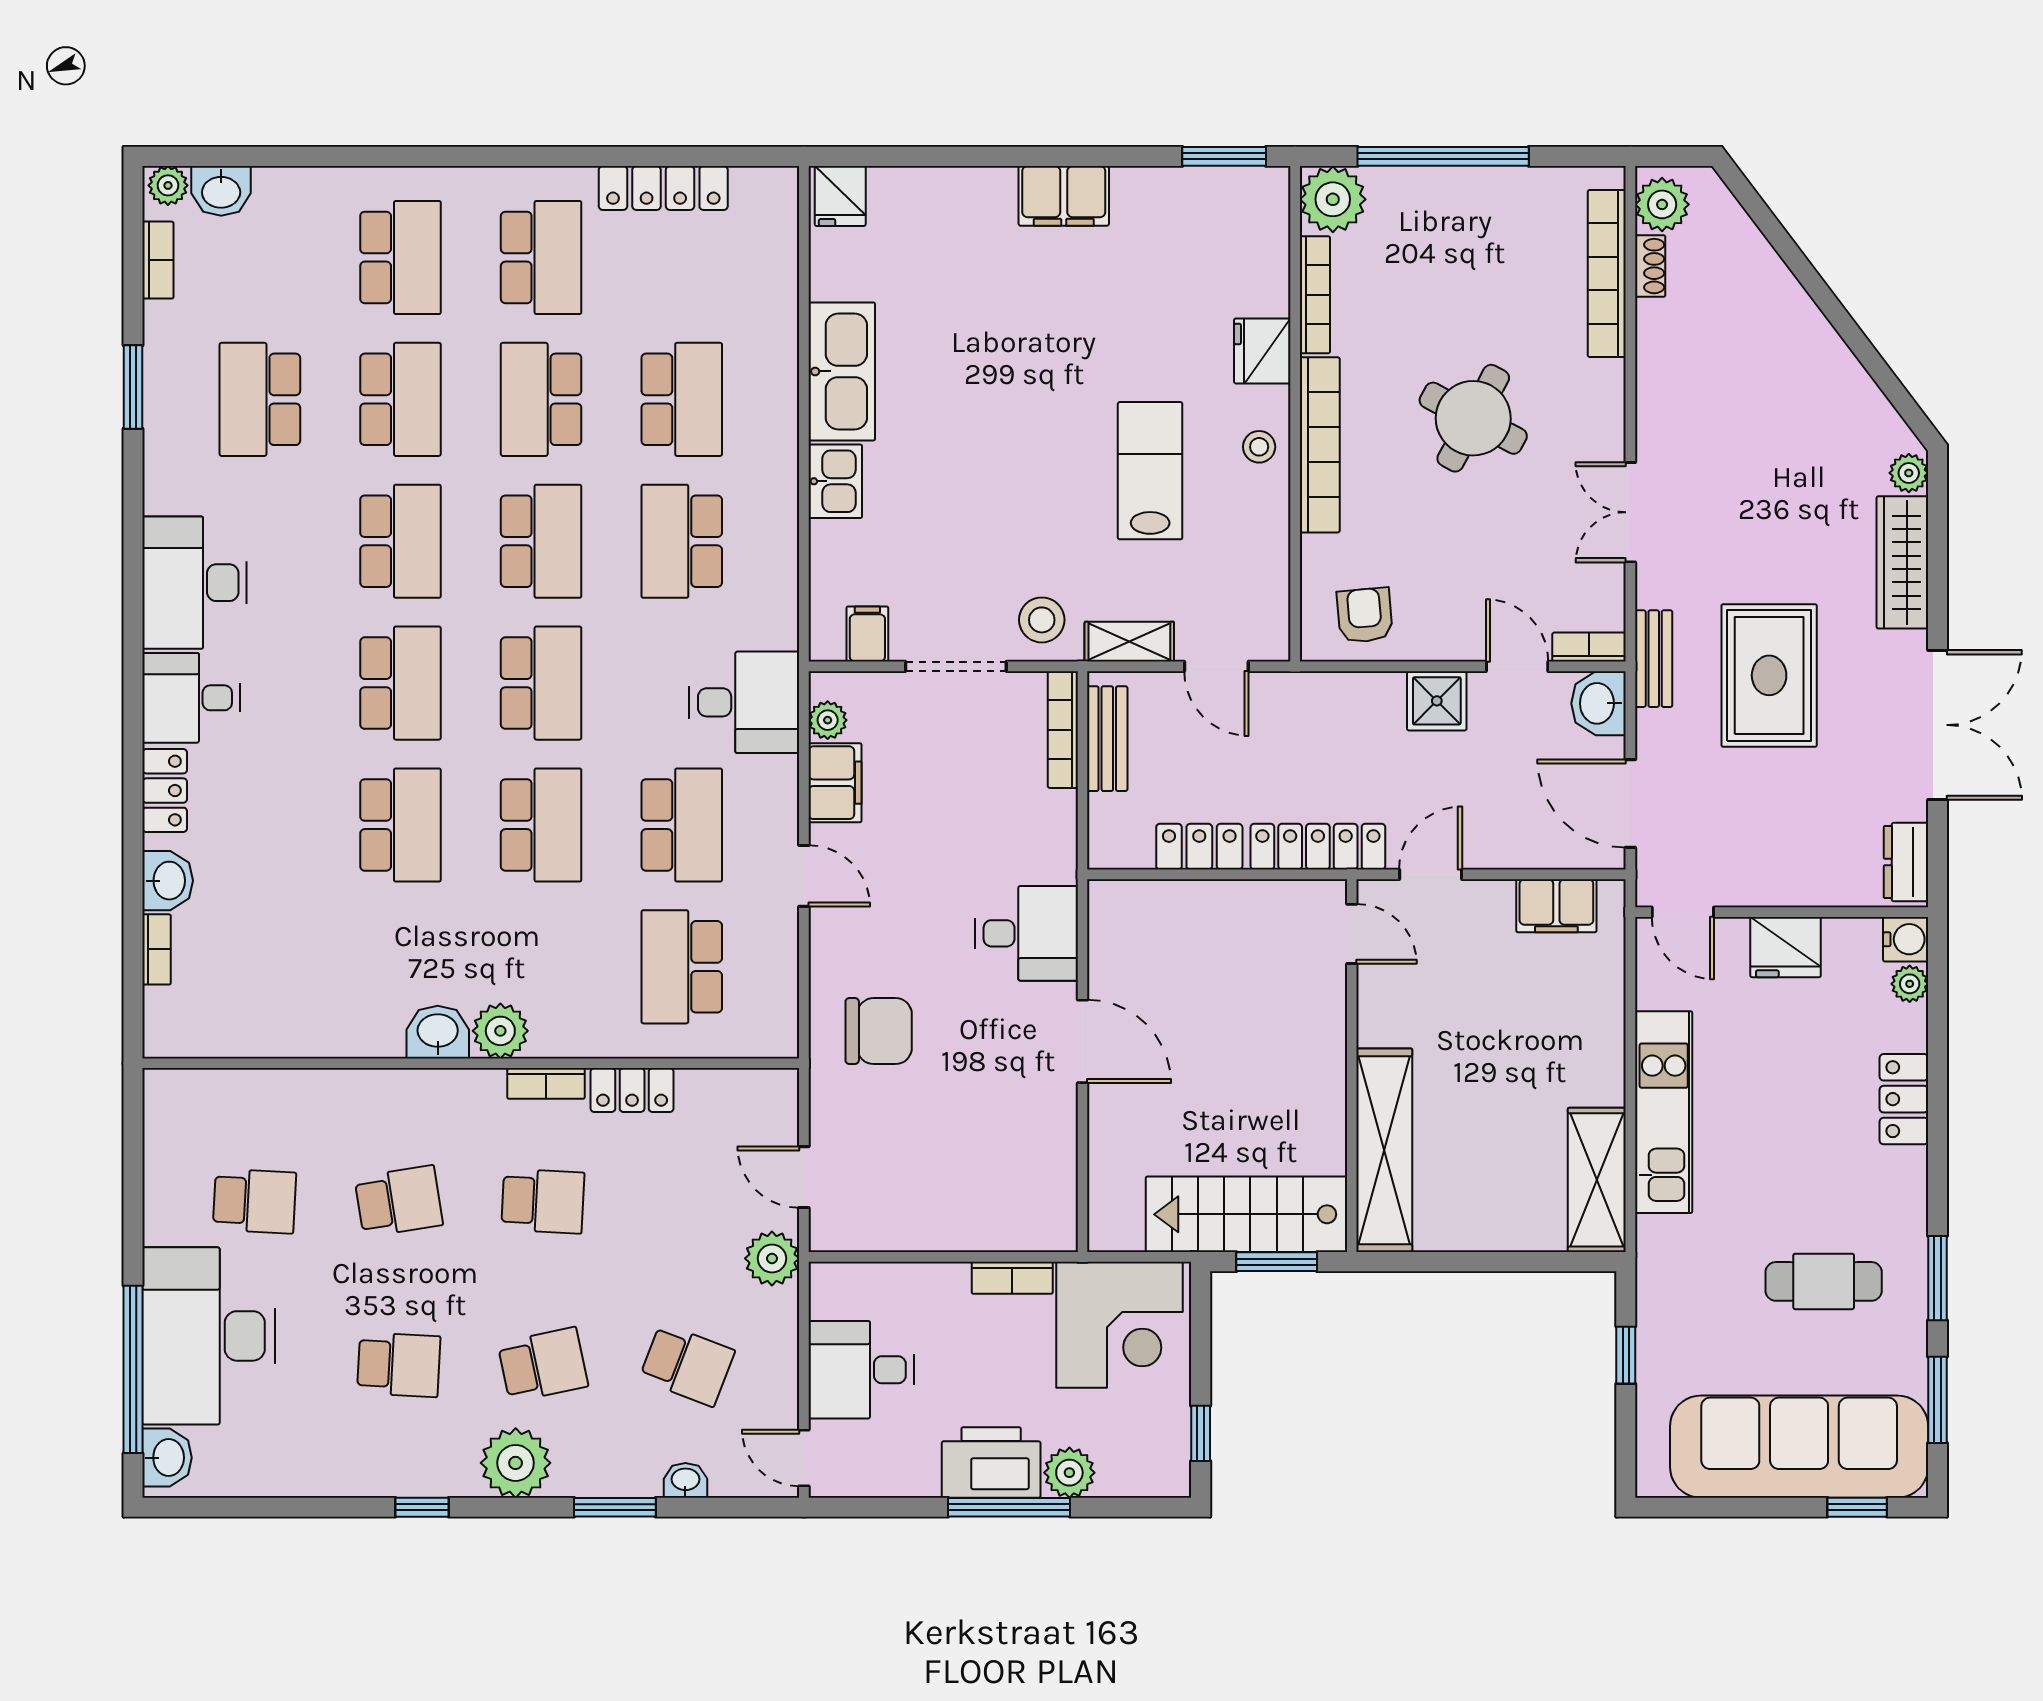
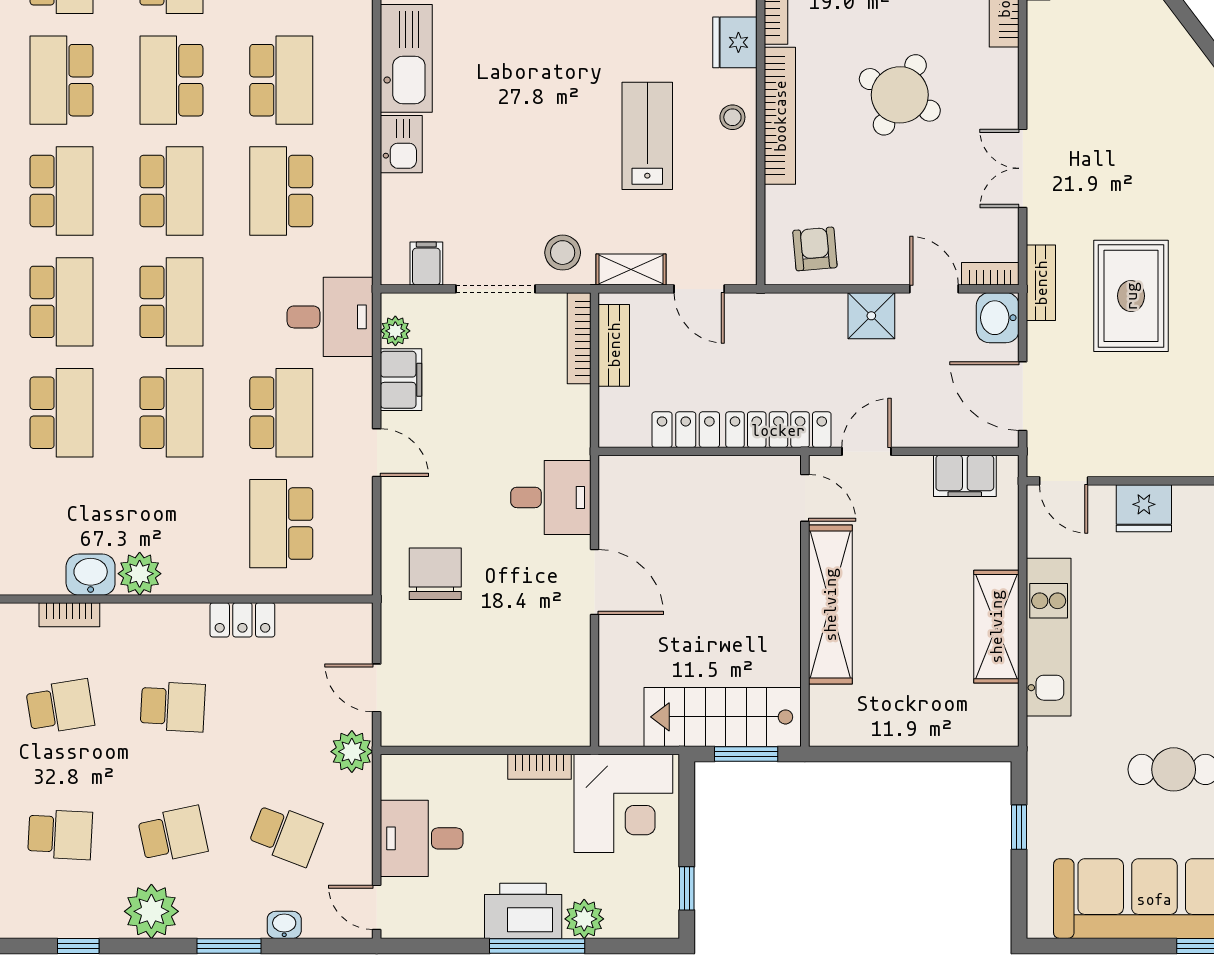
school desk: (400, 399) -> (62, 80), turned 180
chair: (879, 1031) -> (435, 574), turned -90
bookcase: (546, 1083) -> (69, 615), moved
shelving: (1384, 1150) -> (830, 605), moved
shelving: (1597, 1180) -> (996, 627), moved

